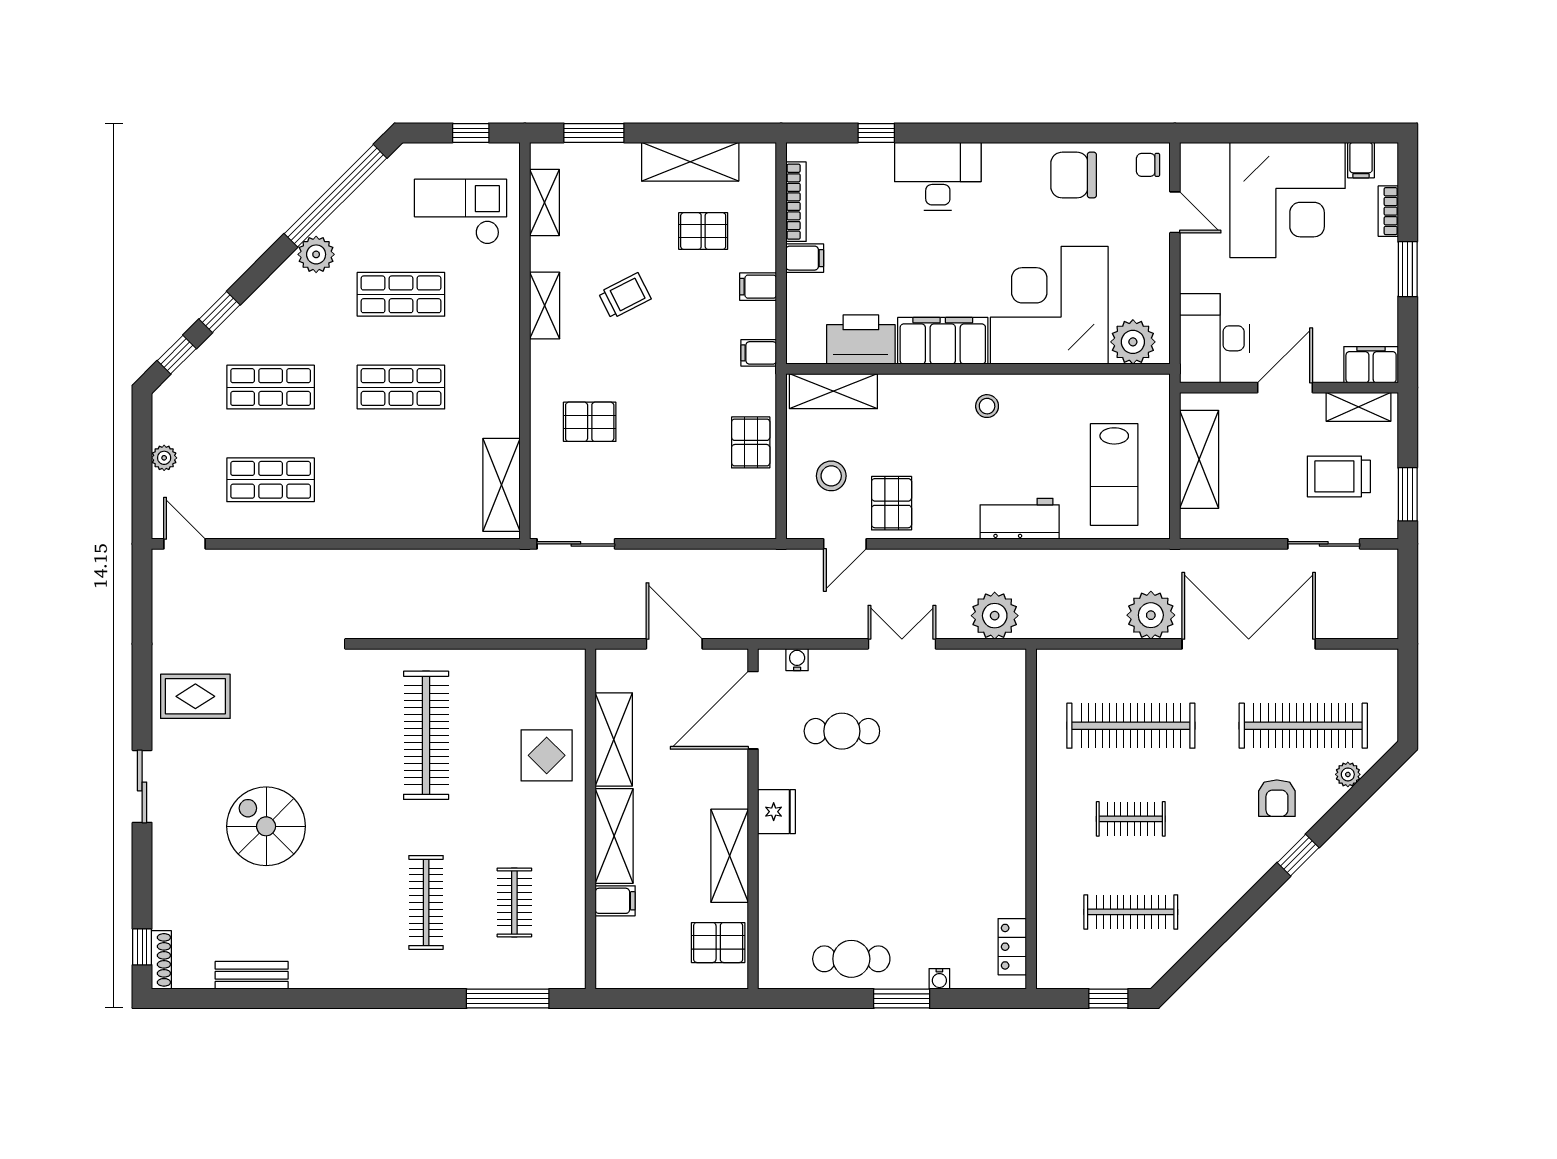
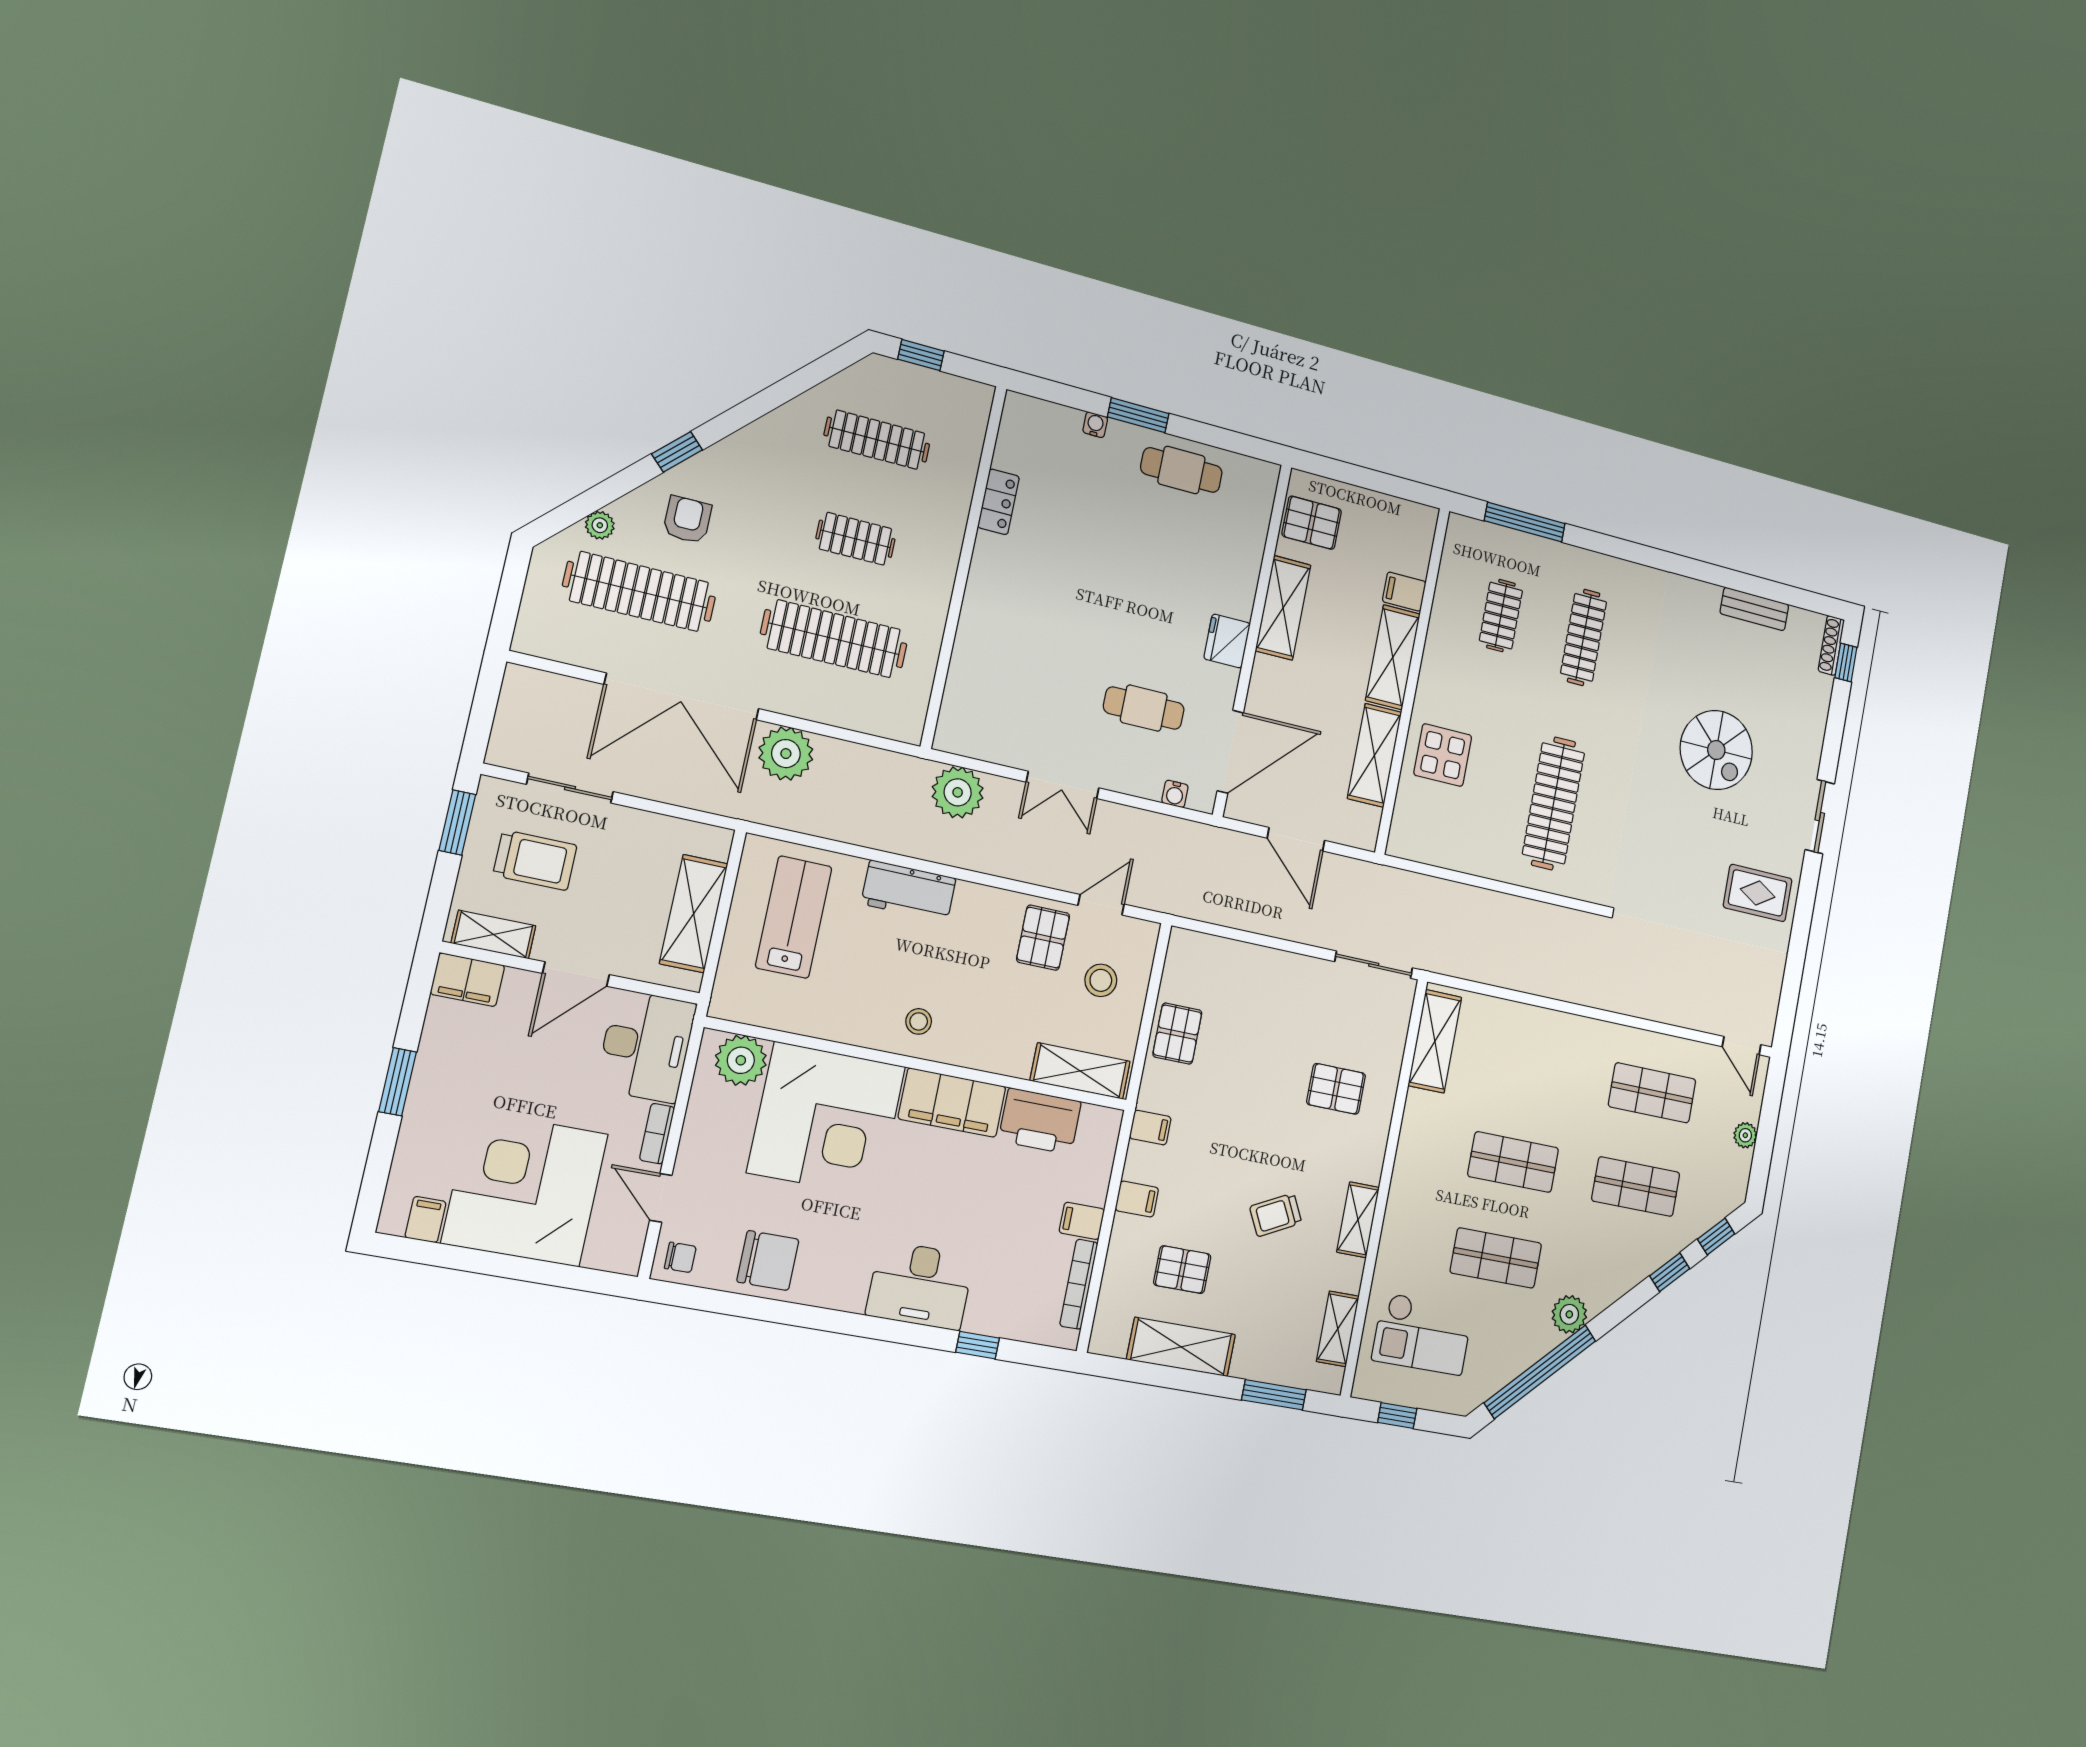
bookcase: (1388, 211) -> (657, 1134), moved, turned 180
locker: (1012, 947) -> (999, 502), moved

